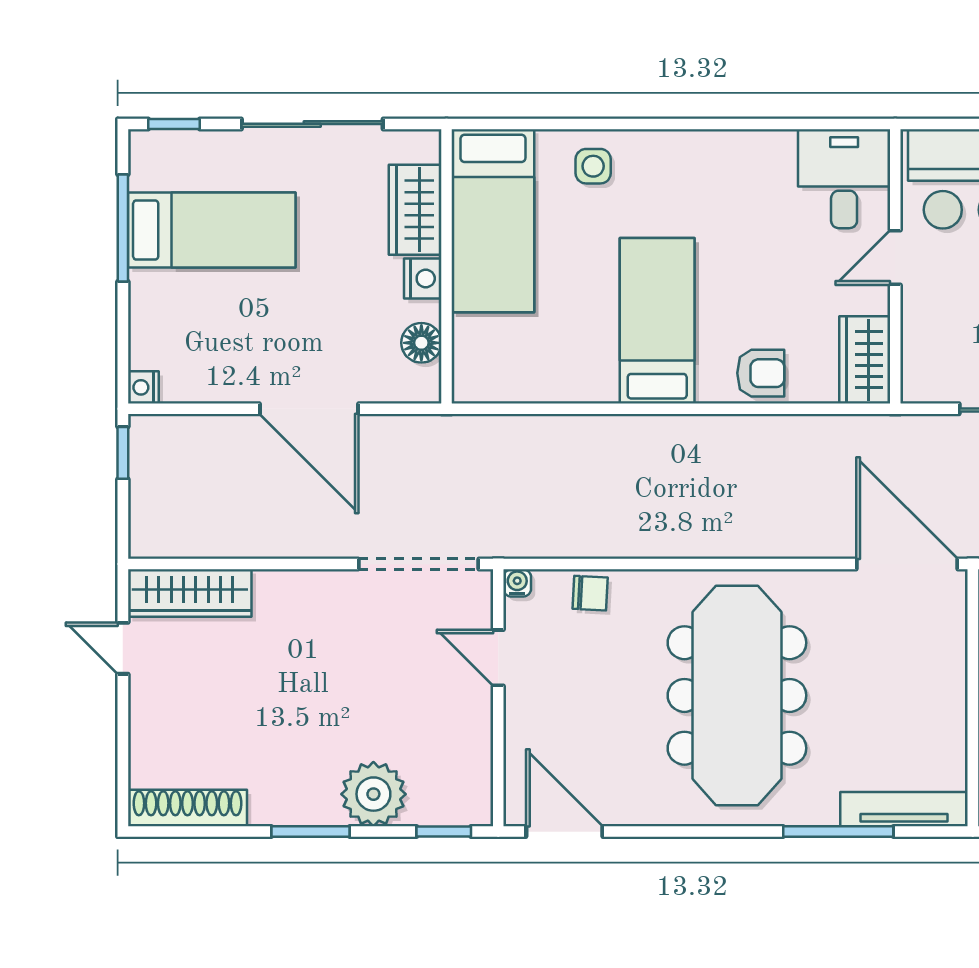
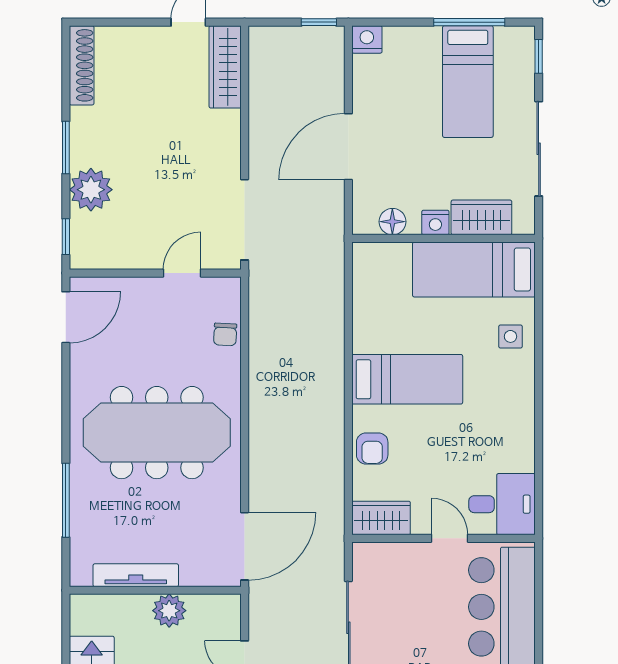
nightstand: (143, 387) -> (367, 39), width x1.39, depth x1.35
water cooler: (517, 583) -> (232, 286), removed
tv unit: (904, 809) -> (136, 575), moved, turned -90

